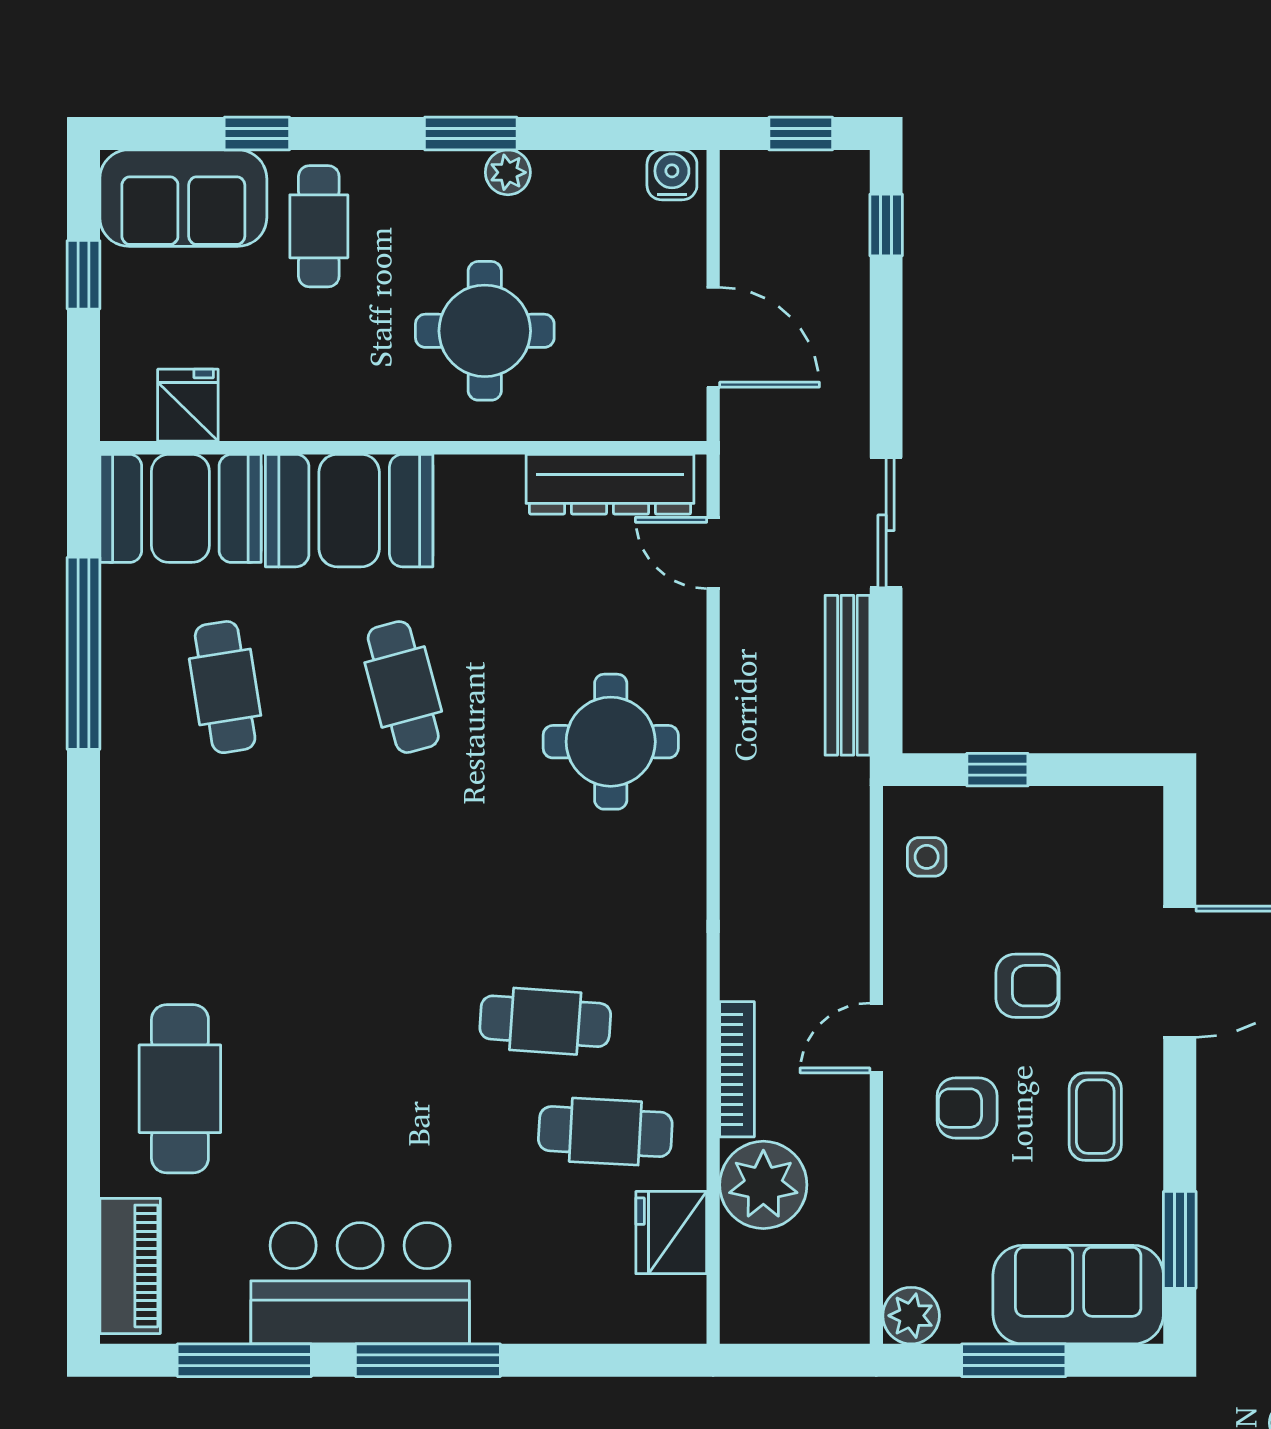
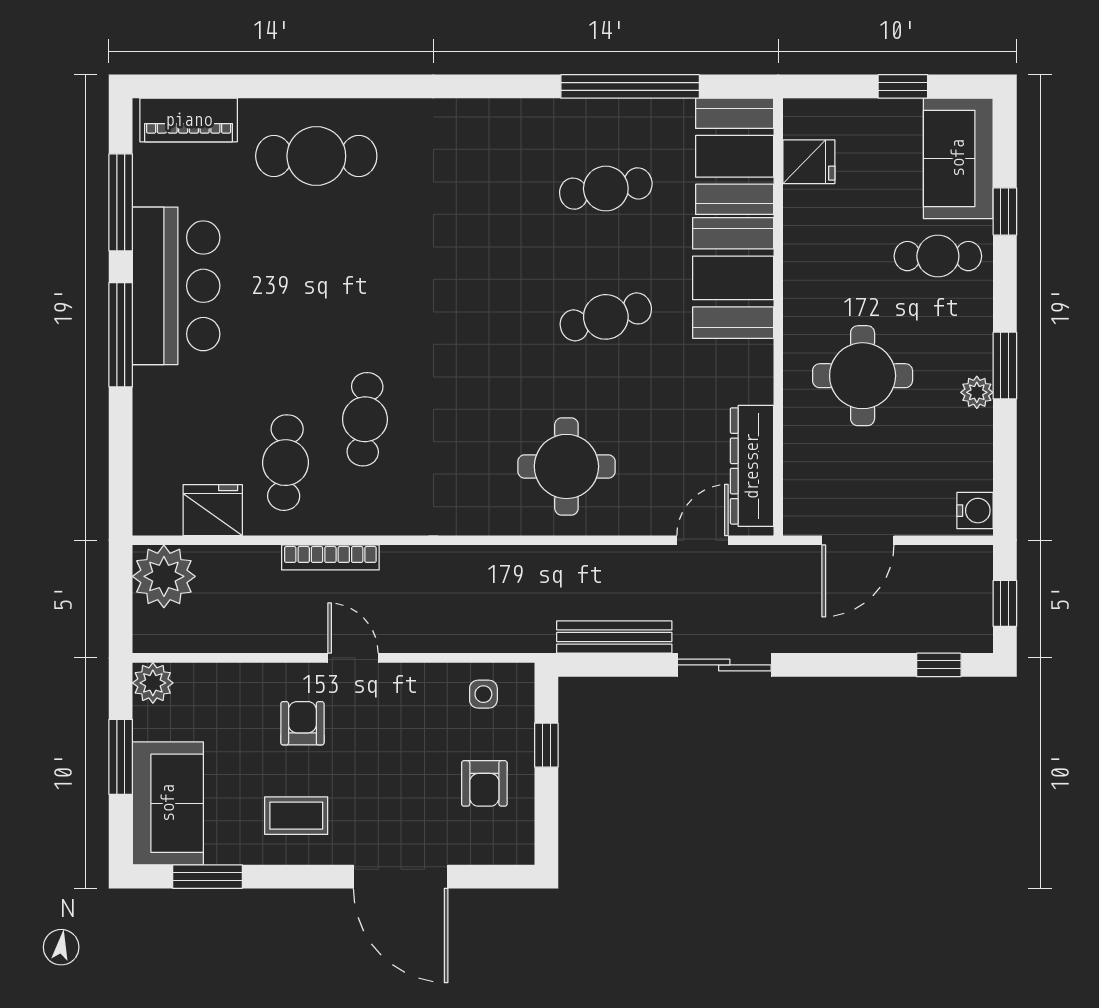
armchair: (1028, 986) -> (484, 783), moved
plant: (763, 1185) -> (164, 576), moved

